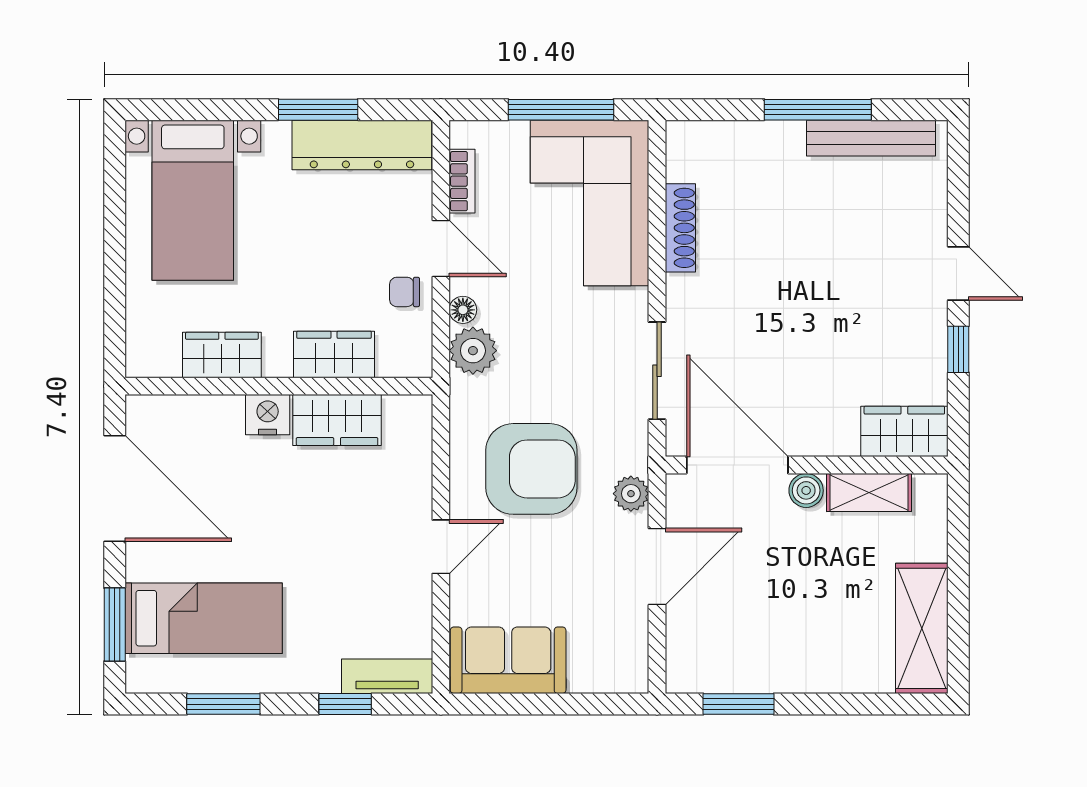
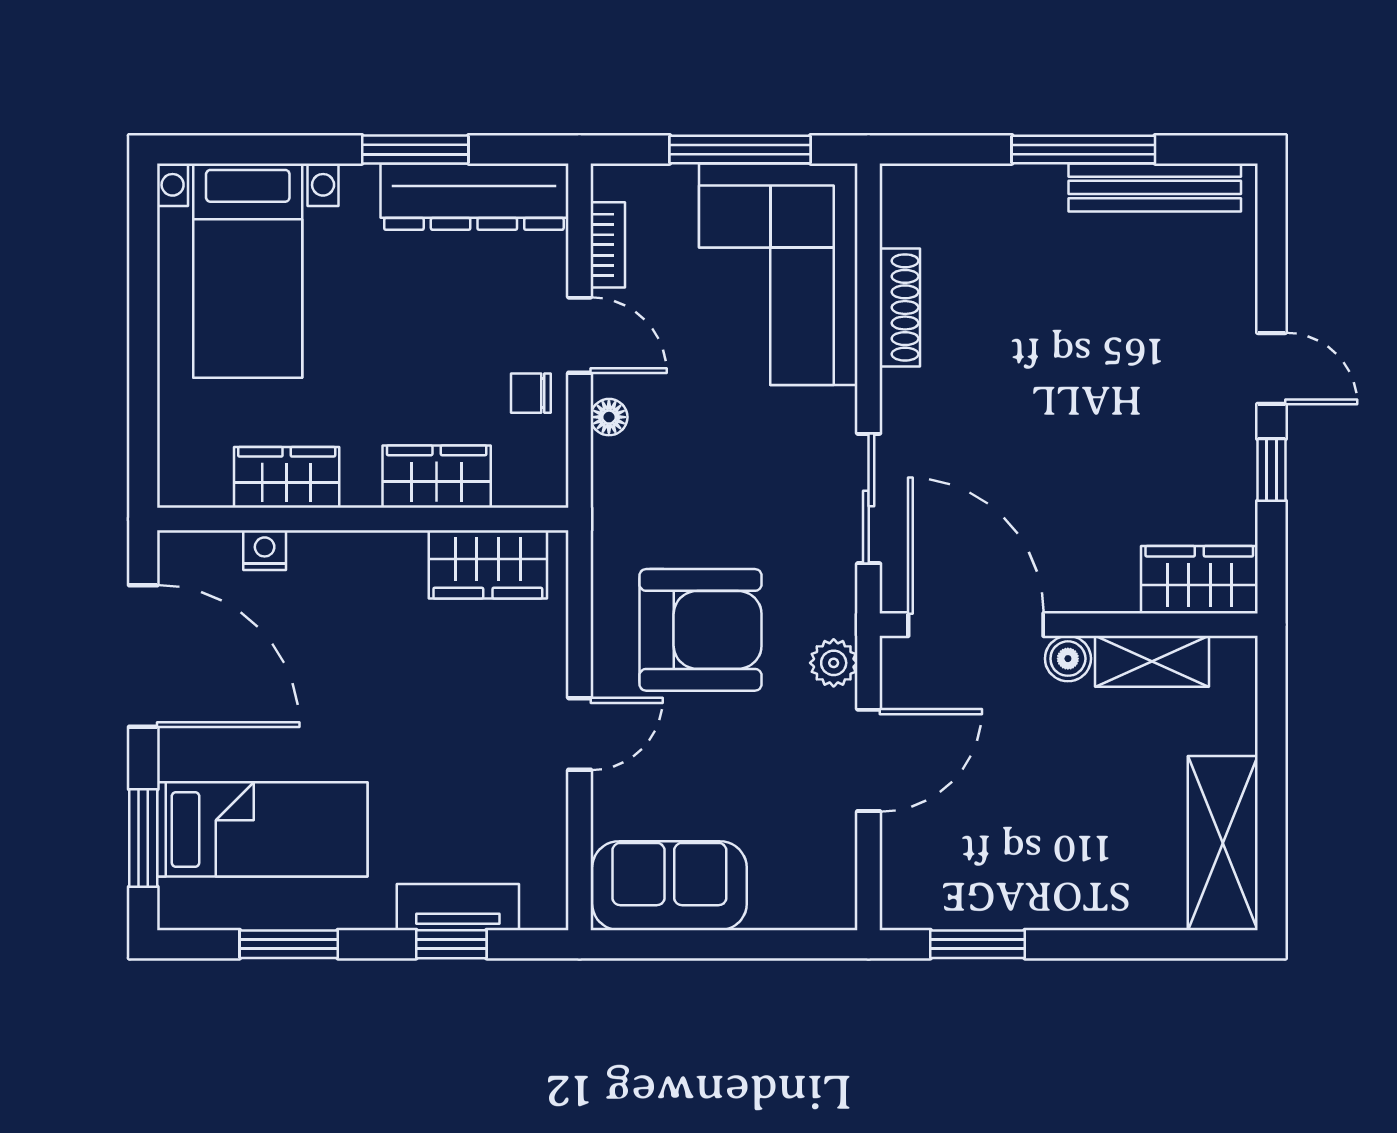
plant: (473, 351) -> (622, 472), removed
nightstand: (268, 415) -> (265, 550), moved, width x0.72, depth x0.74
wardrobe: (337, 420) -> (488, 564), moved
tv unit: (387, 676) -> (458, 907), moved

